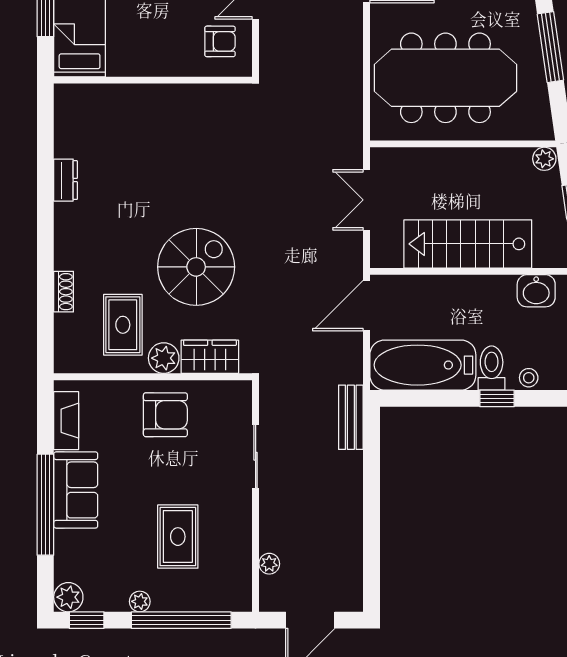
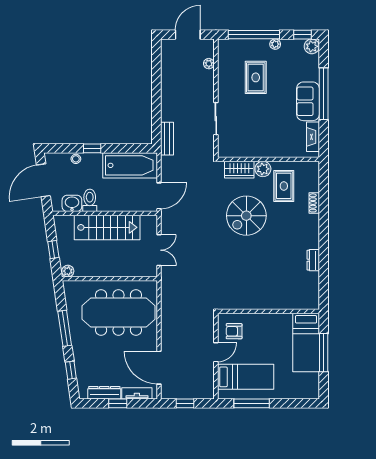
toilet: (492, 368) -> (90, 200), moved, turned 180
armchair: (165, 415) -> (262, 140), removed

